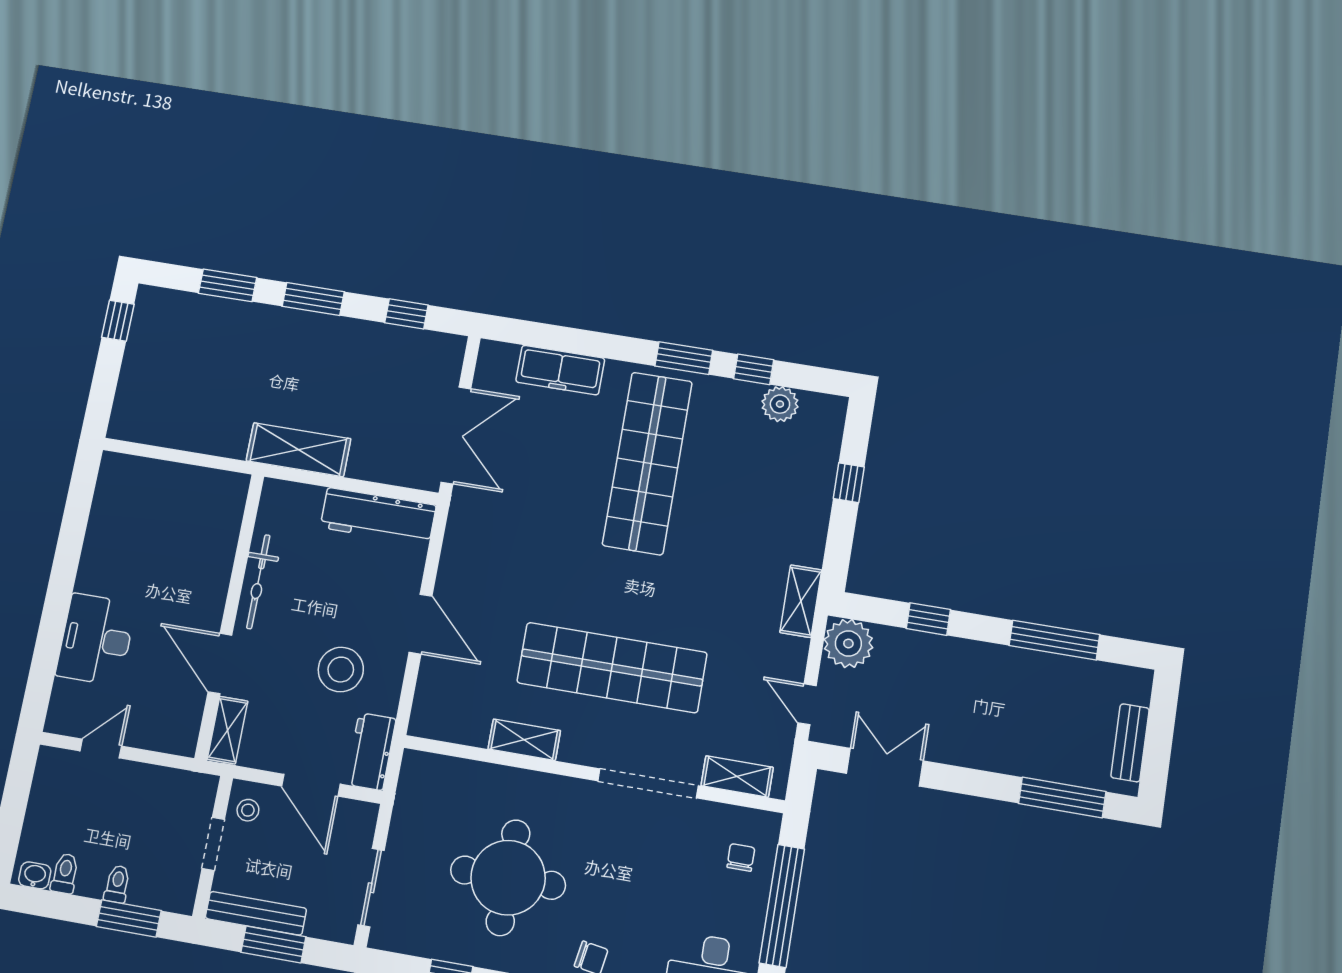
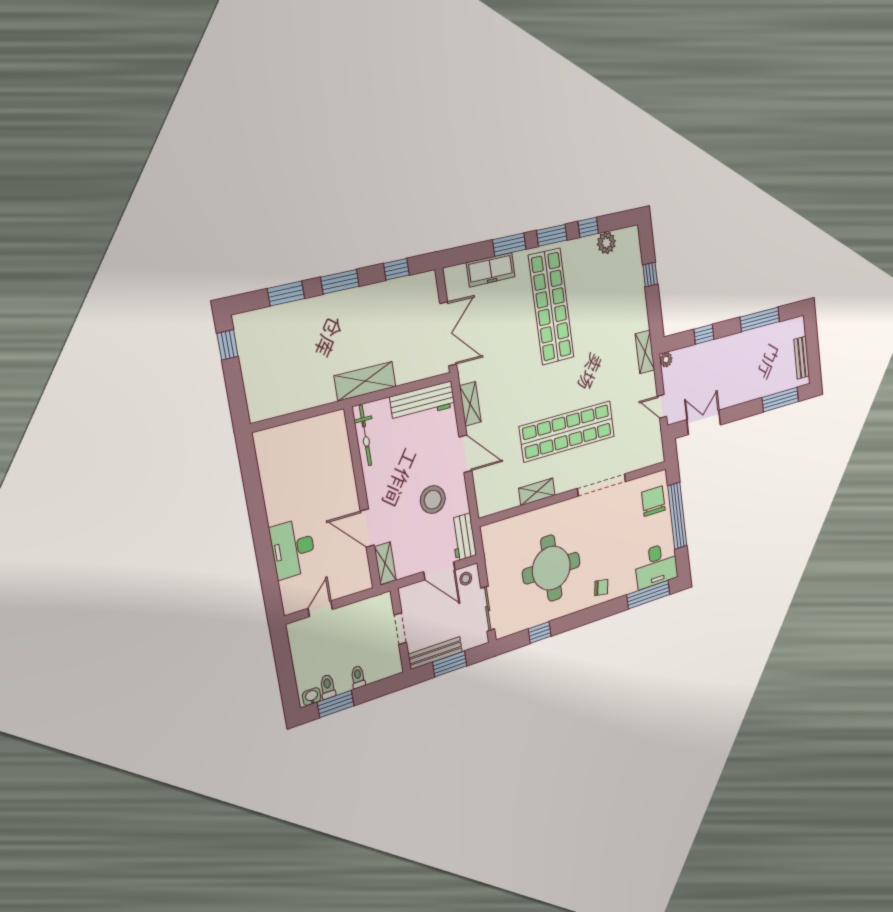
window: (605, 346) -> (509, 245), added
bicycle: (258, 582) -> (365, 435), moved
plant: (848, 643) -> (666, 360), width x0.53, depth x0.53
shelving: (737, 777) -> (470, 404), moved, turned 90
stool: (248, 810) -> (466, 579), moved
chair: (741, 857) -> (653, 501), width x1.87, depth x1.87
window: (129, 918) -> (336, 704), moved

